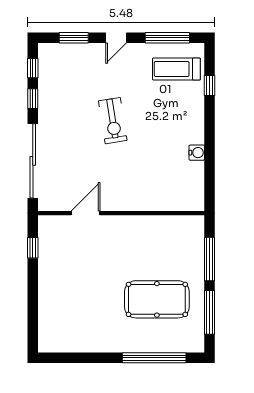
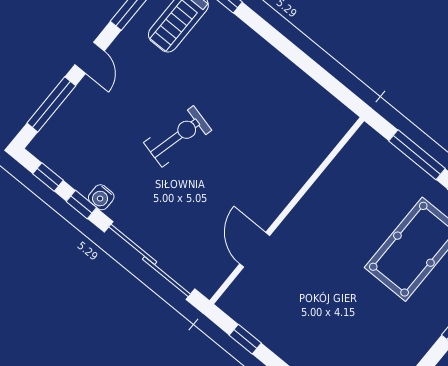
window: (74, 38) -> (51, 104), width x1.44
exercise bike: (113, 121) -> (178, 136), turned -67
water cooler: (197, 153) -> (101, 197), moved, turned 180

